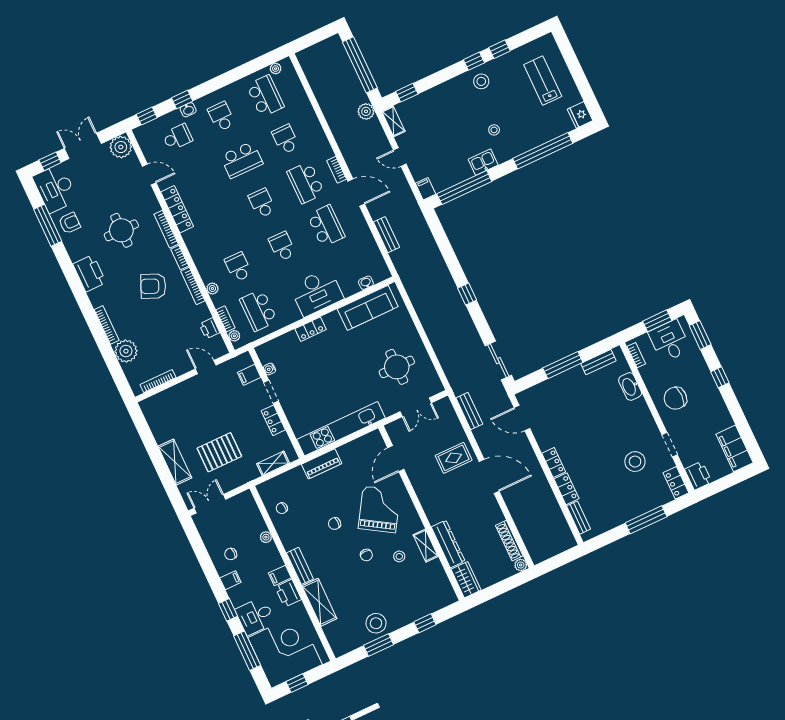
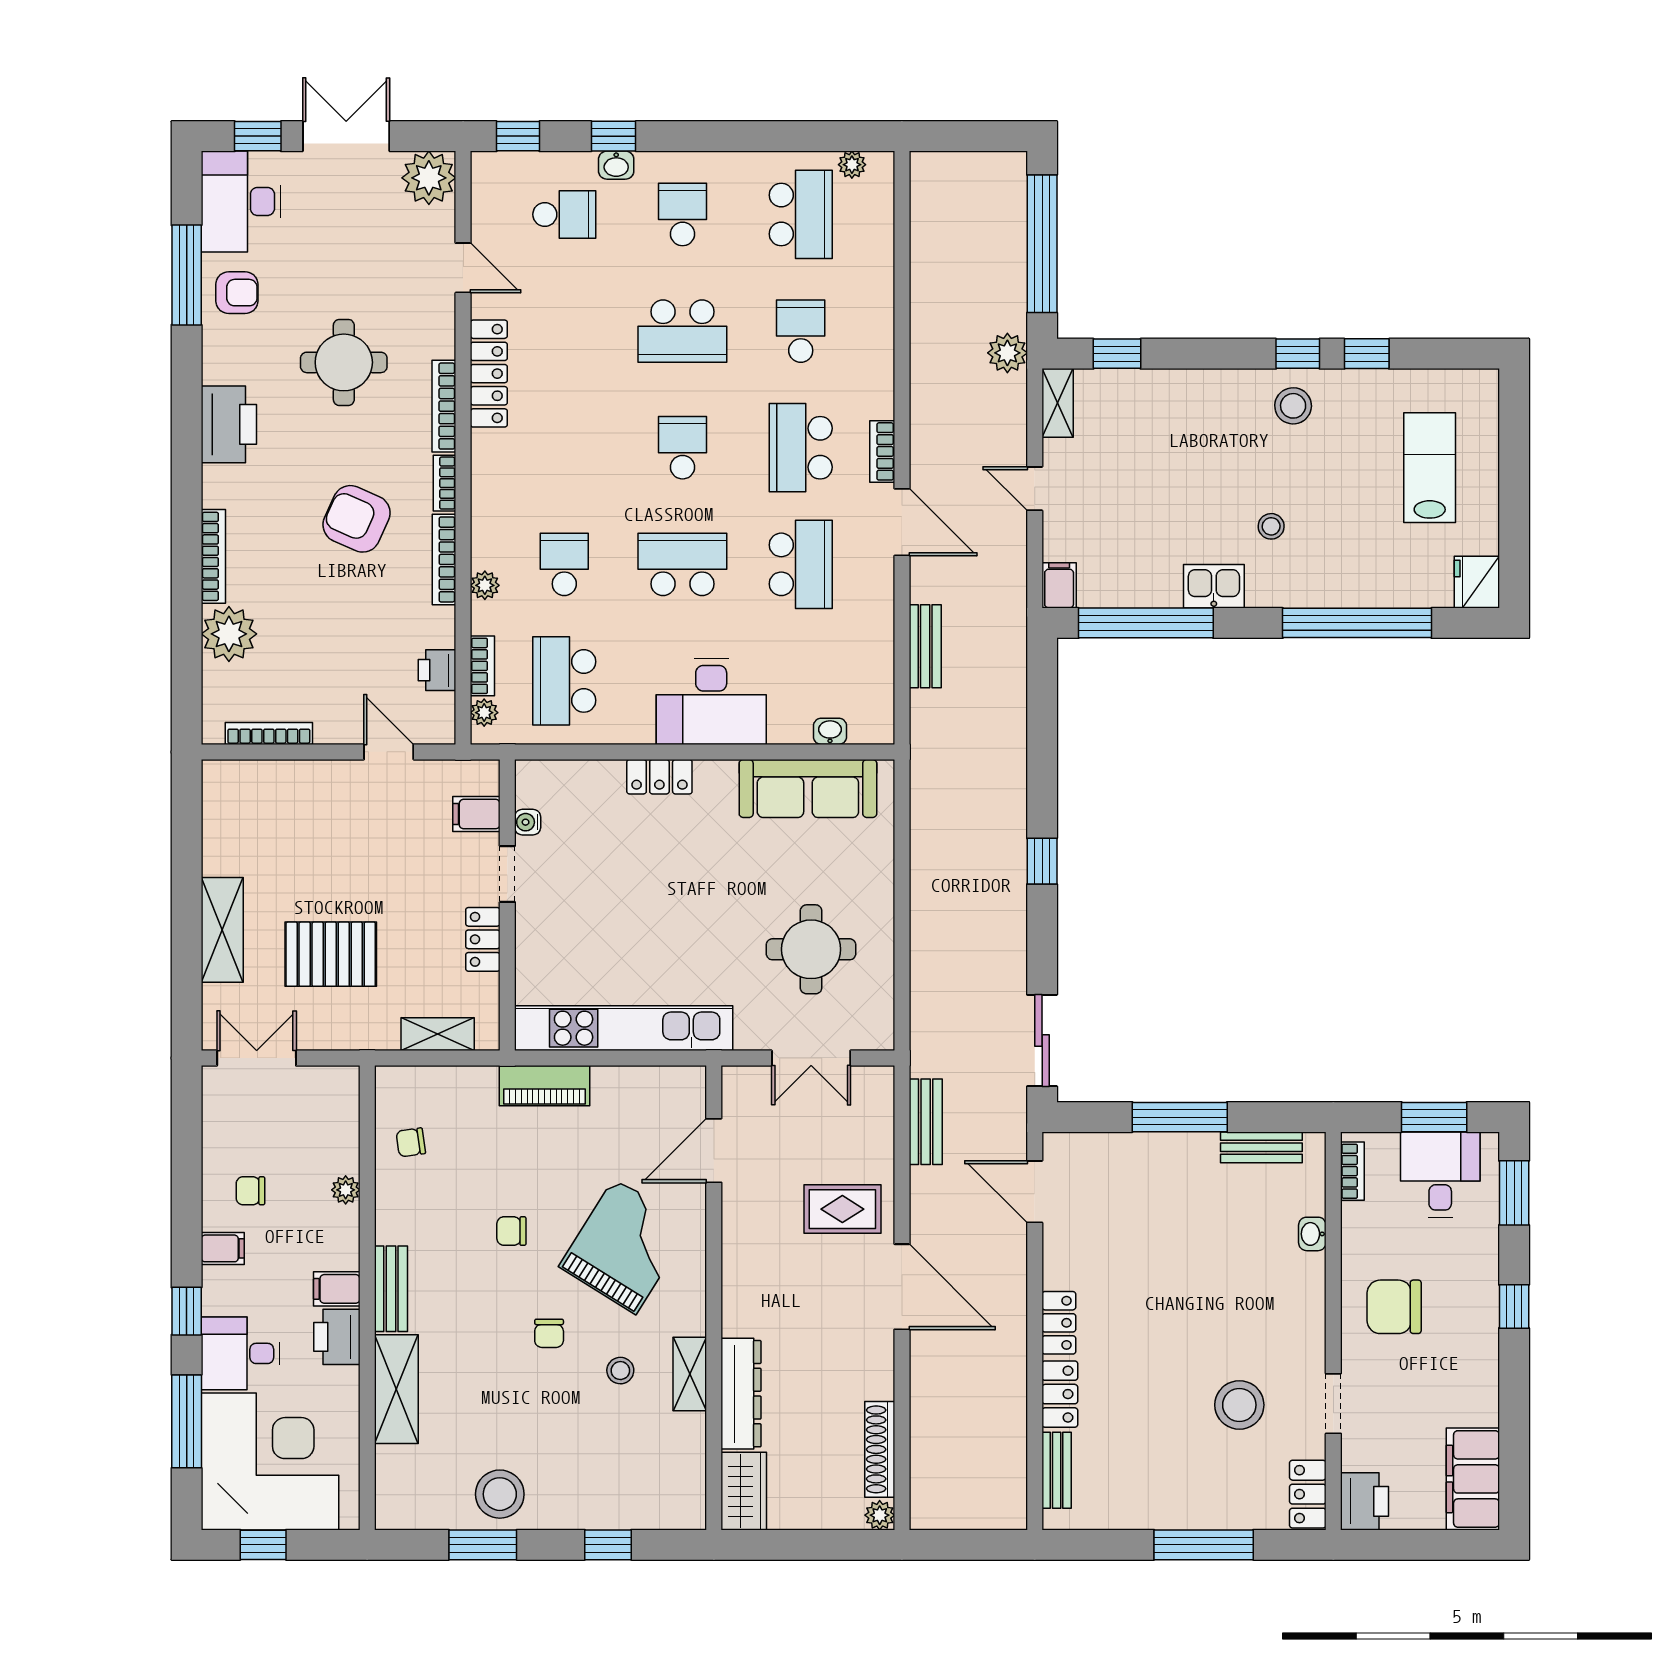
school desk: (282, 246) -> (682, 564), width x1.85
washbasin: (630, 386) -> (1312, 1234), width x0.52, depth x0.69

